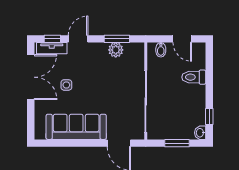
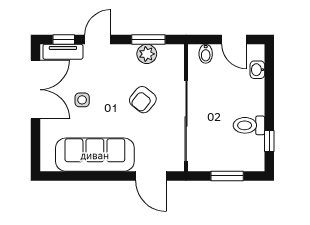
toilet: (194, 77) -> (249, 125), moved
armchair: (113, 85) -> (143, 100), added
washbasin: (200, 133) -> (257, 70), moved

